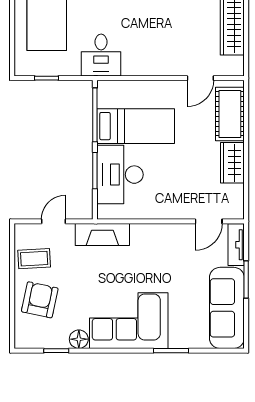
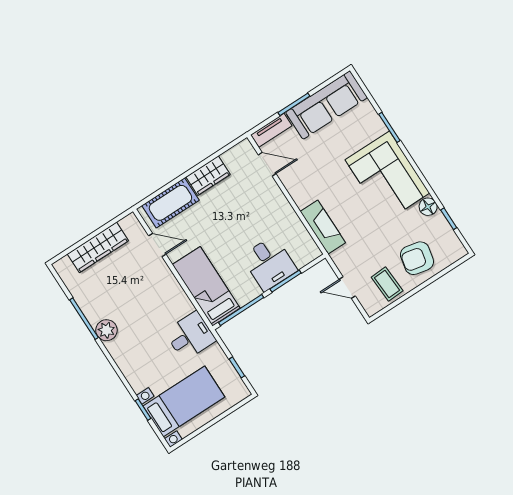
bed: (136, 126) -> (206, 286), moved
desk: (120, 175) -> (269, 263), width x0.73
fireplace: (102, 235) -> (323, 227), moved

